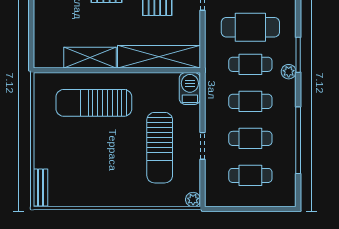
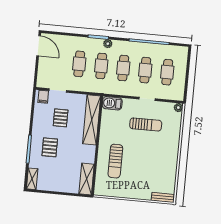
cafe table: (250, 27) -> (79, 64), width x0.73, depth x0.74
shelving: (90, 58) -> (87, 179), moved
sun lounger: (94, 103) -> (115, 161), width x0.73, depth x0.75
sun lounger: (160, 148) -> (146, 124), width x0.73, depth x0.75

